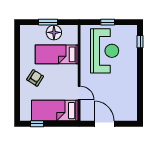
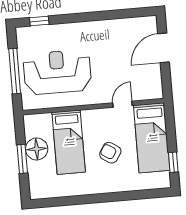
window: (108, 22) -> (15, 71), width x2.17
armchair: (35, 78) -> (110, 153), moved
door: (104, 124) -> (163, 48), moved

